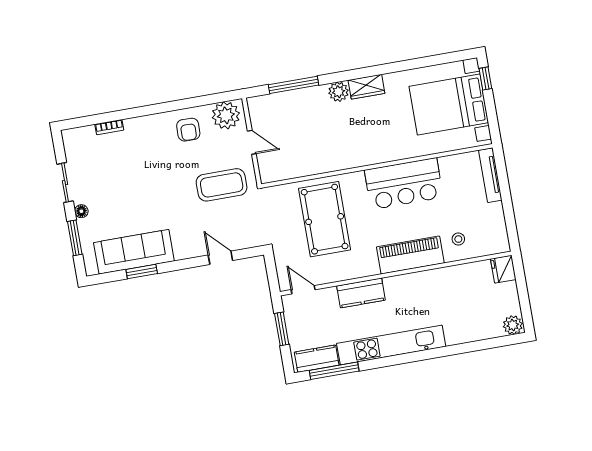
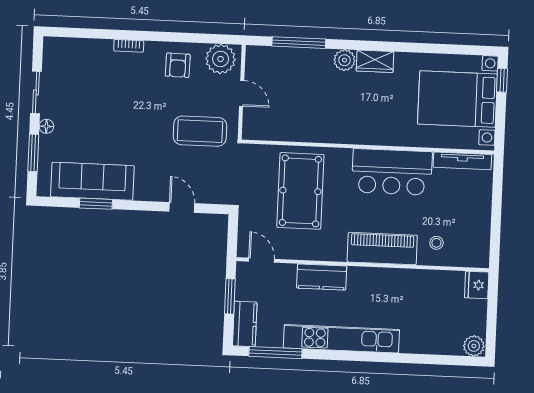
bookcase: (109, 127) -> (129, 46), moved
tv unit: (490, 175) -> (462, 161), moved, turned -90
kitchen counter: (317, 359) -> (245, 324), moved, turned 90

